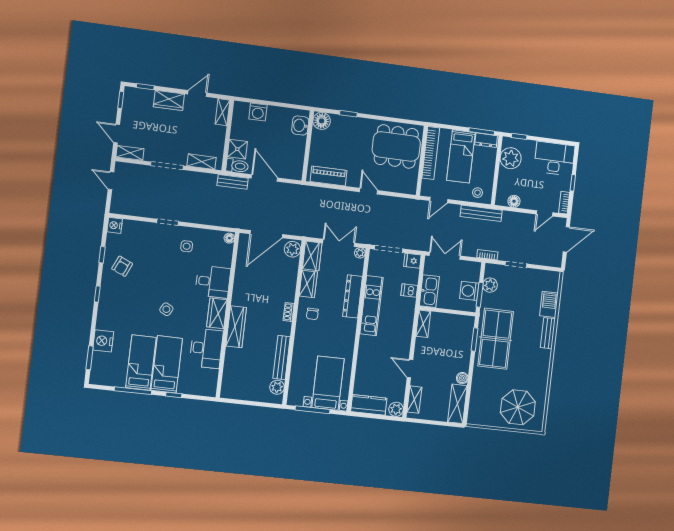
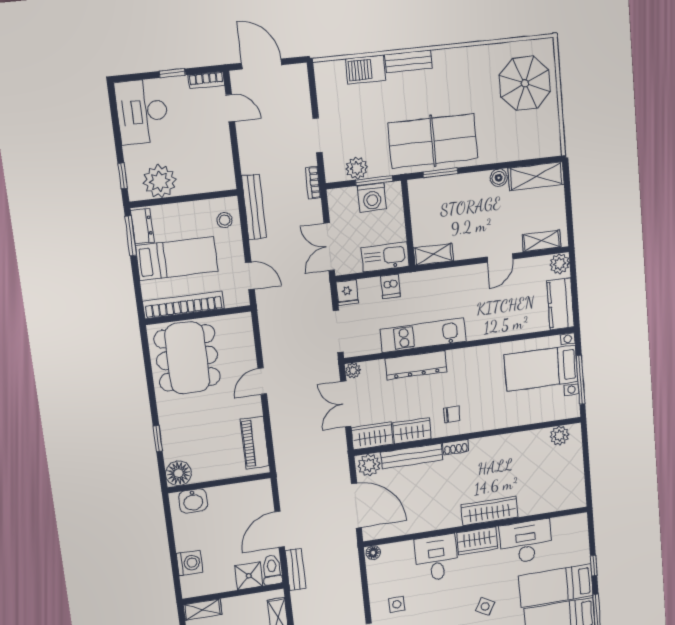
floor lamp: (514, 201) -> (224, 161), removed
bench: (282, 358) -> (412, 456), moved

